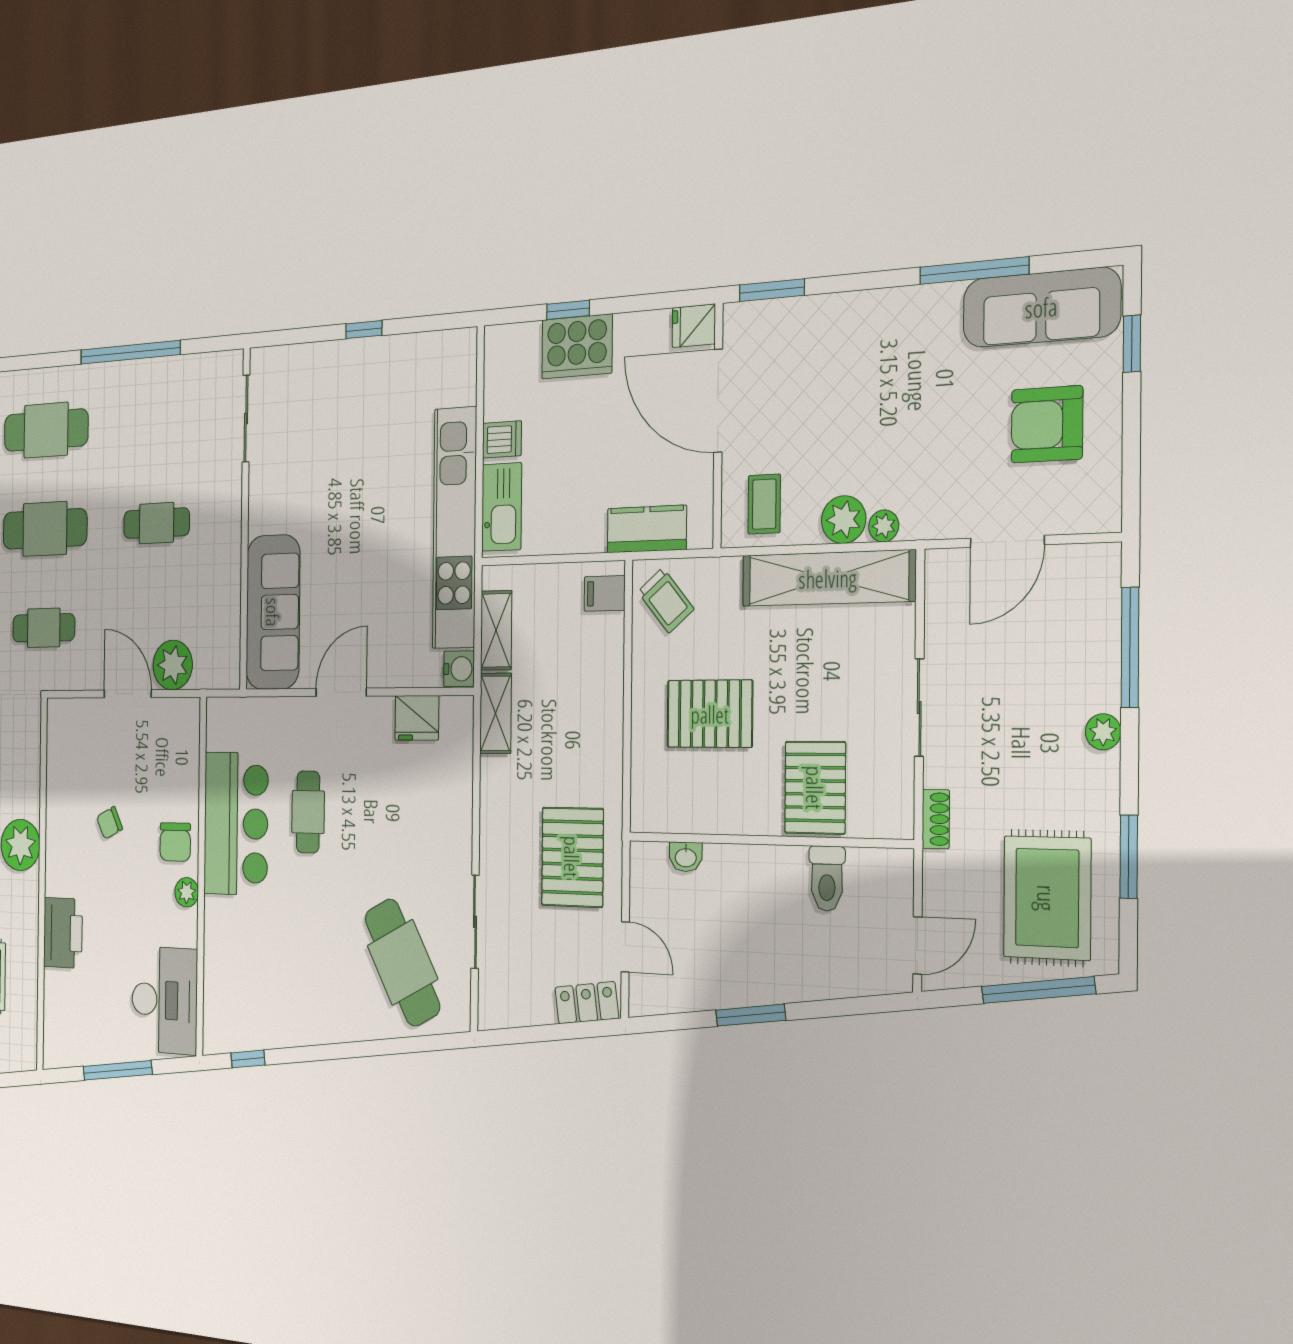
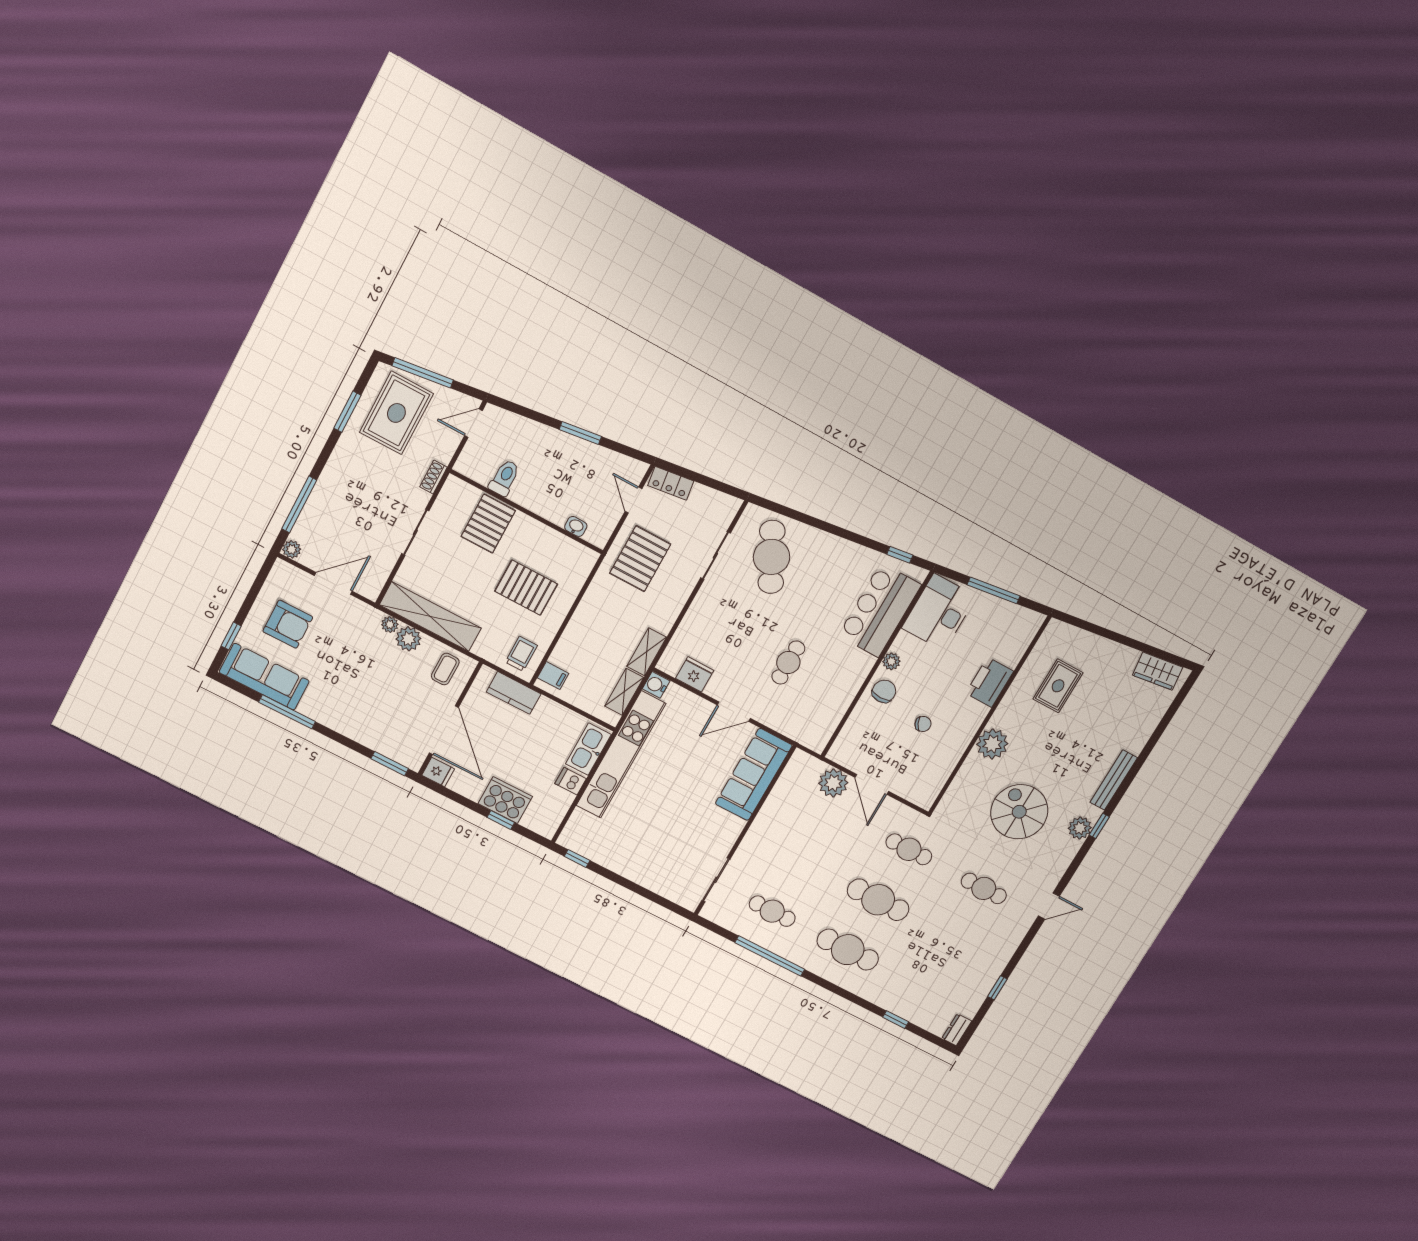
window: (364, 330) -> (577, 858), moved
cafe table: (156, 523) -> (772, 911), moved
trolley: (666, 600) -> (521, 654), turned 40
plant: (1103, 732) -> (292, 549), moved
bar counter: (236, 824) -> (880, 610), moved

